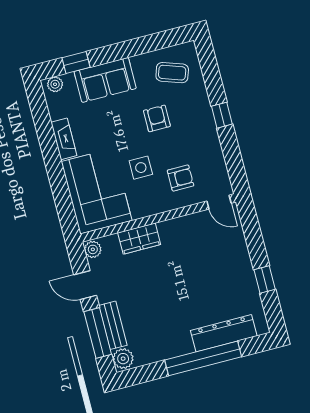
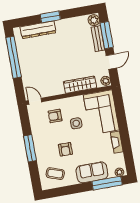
window: (76, 62) -> (107, 183), width x2.17
window: (222, 115) -> (30, 148), width x2.17
wardrobe: (139, 239) -> (80, 85), width x1.50
window: (265, 280) -> (14, 57), width x3.17
door: (85, 285) -> (111, 62), hinge flipped
window: (203, 358) -> (50, 17), width x0.47

